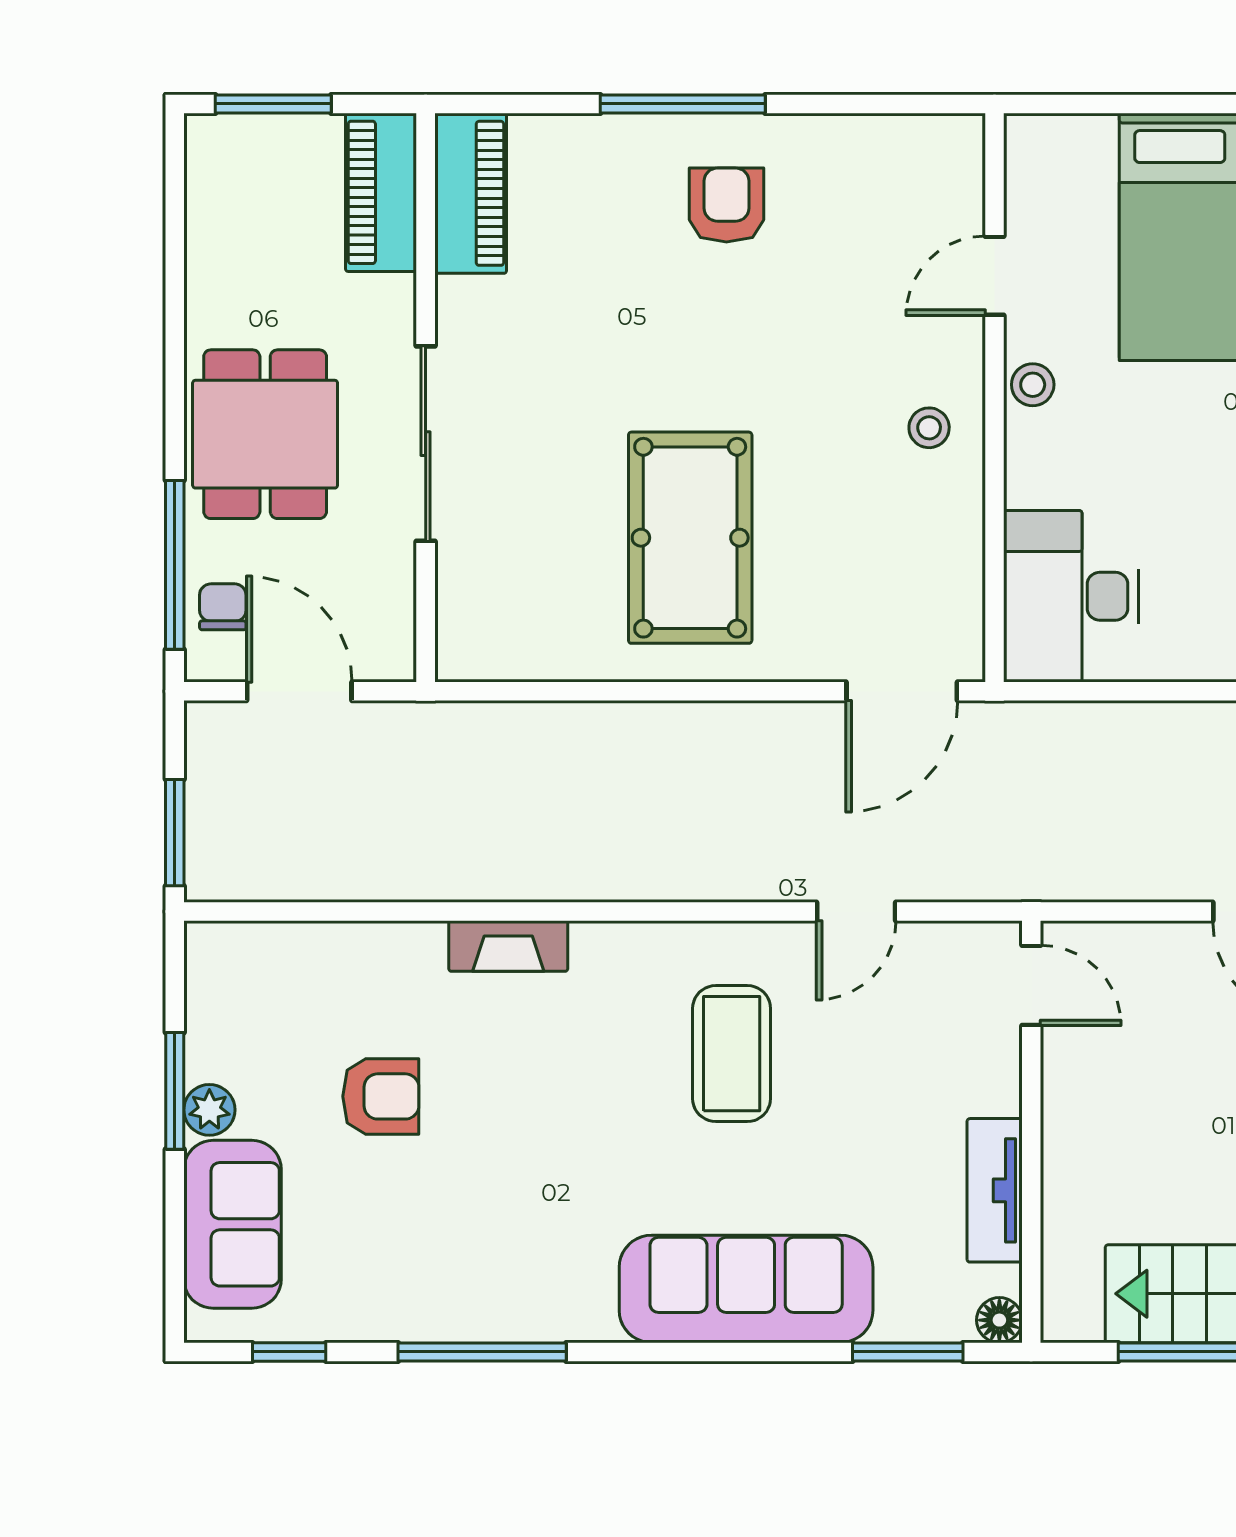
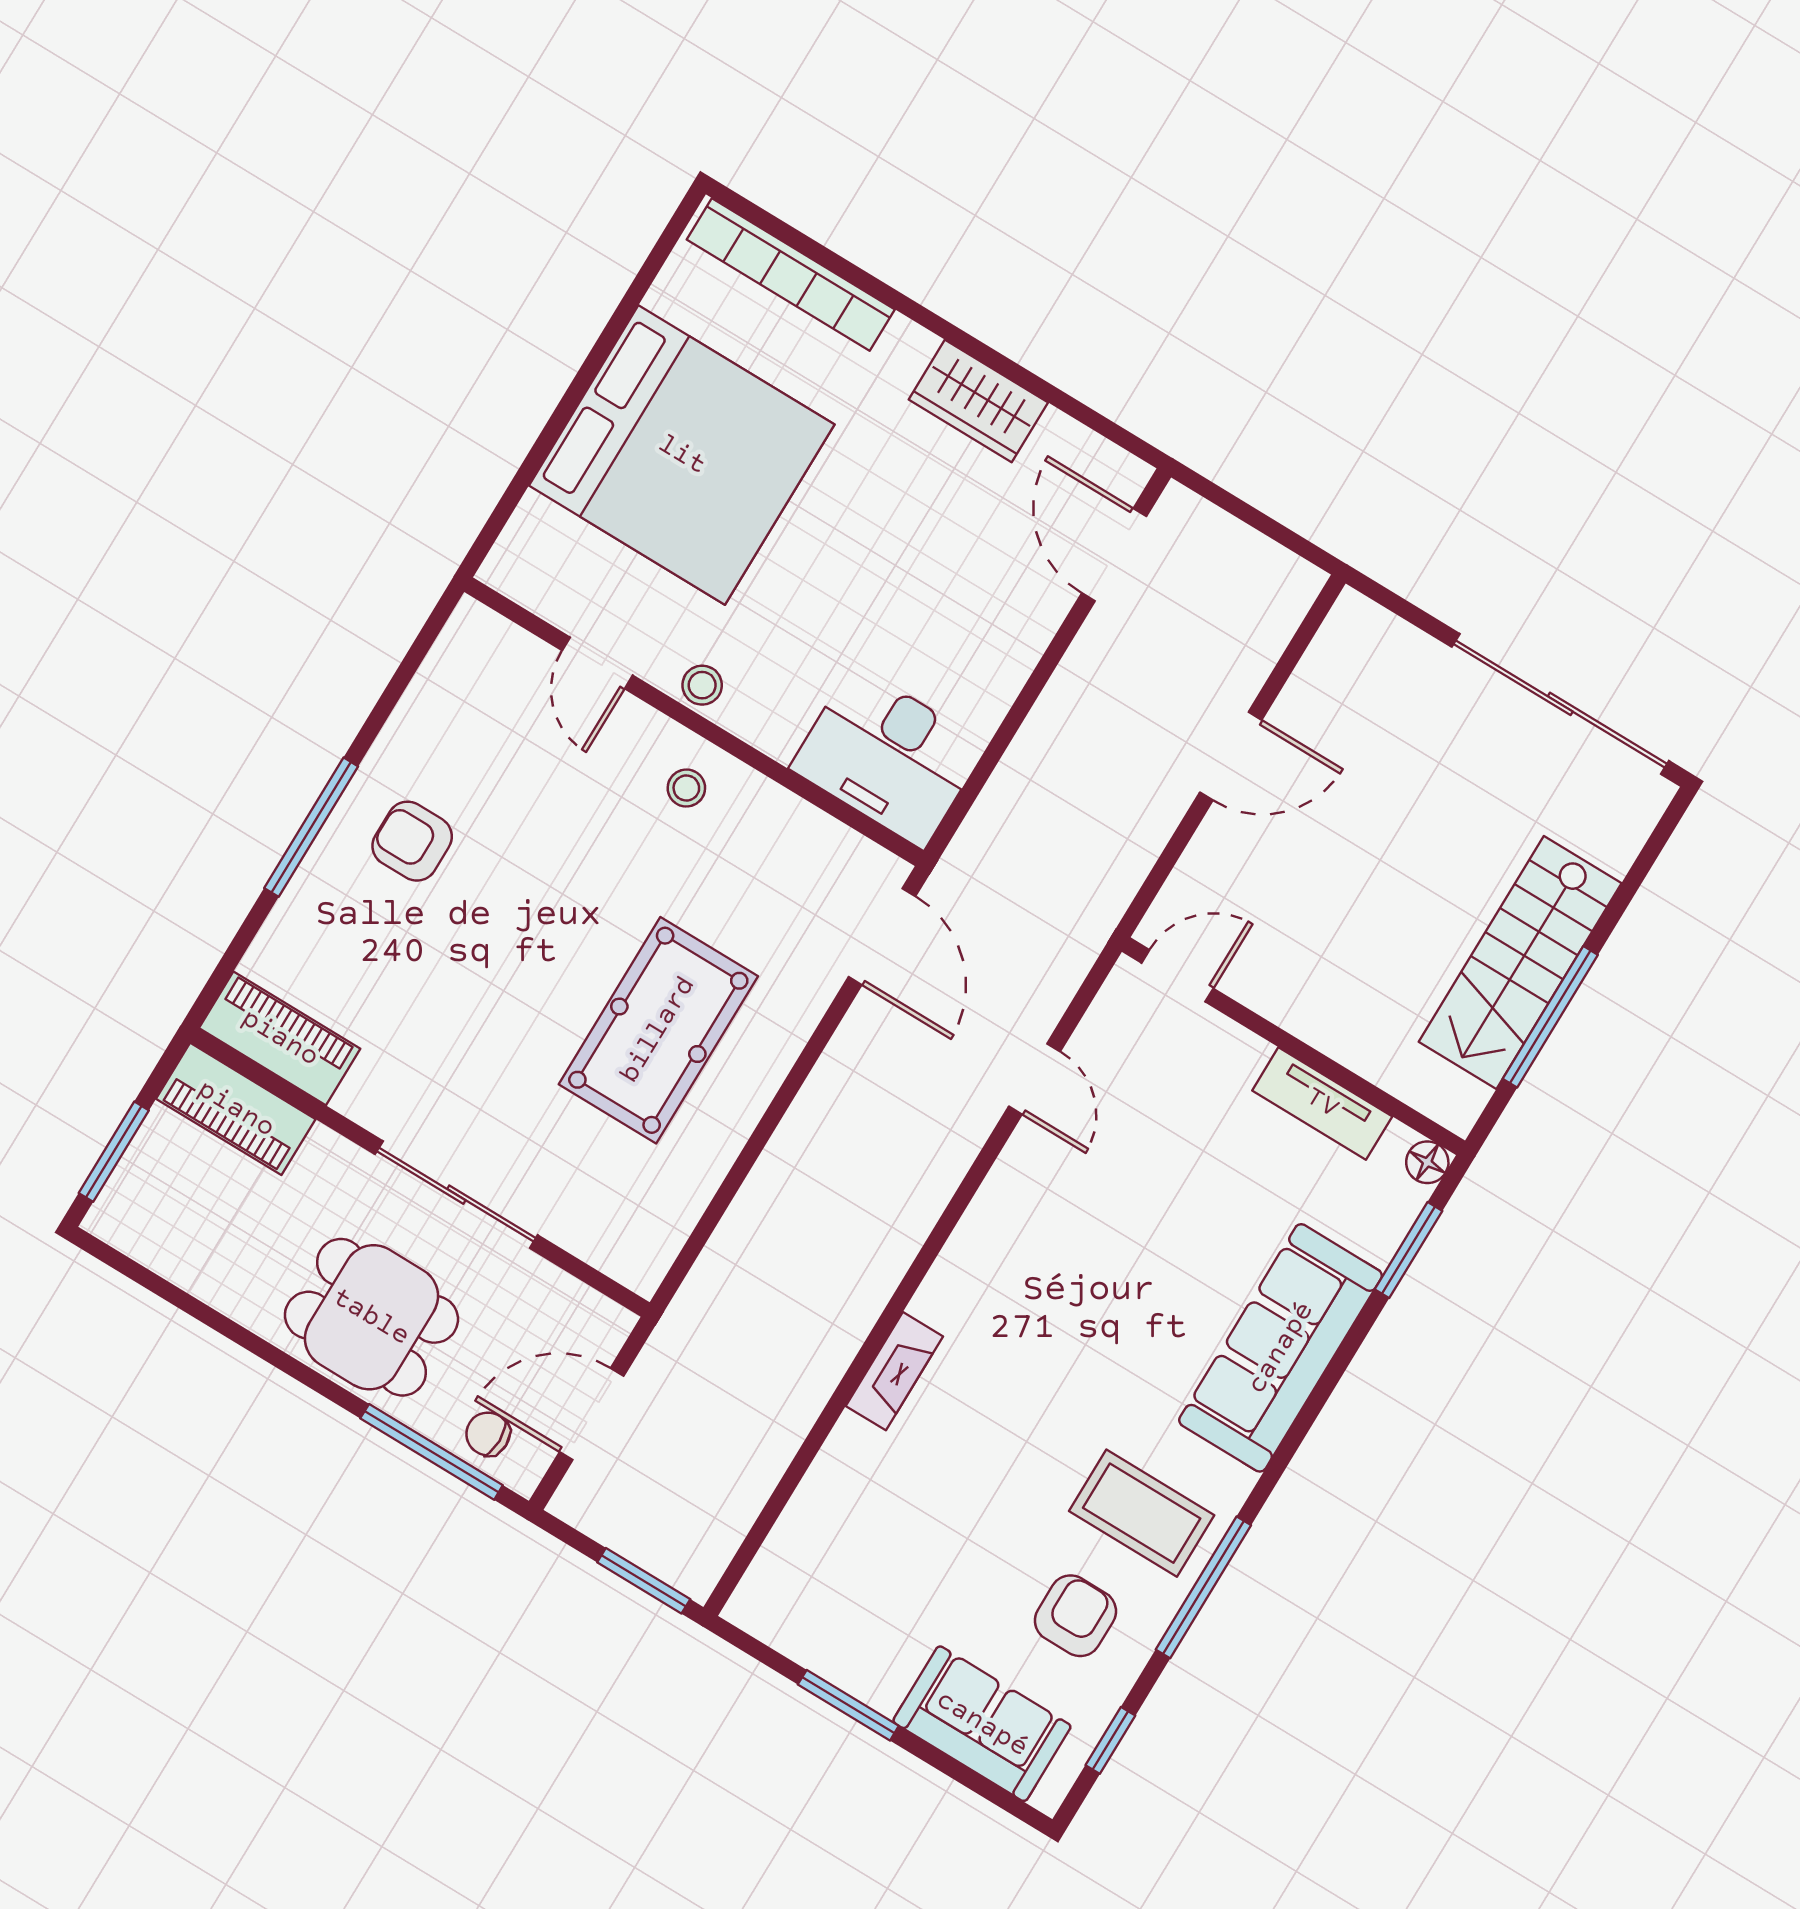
pool table: (690, 538) -> (658, 1030), turned 90
coffee table: (732, 1054) -> (1142, 1513), moved
armchair: (381, 1096) -> (1075, 1616), moved
plant: (209, 1110) -> (880, 1687), removed

